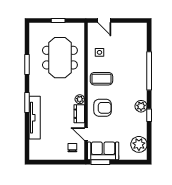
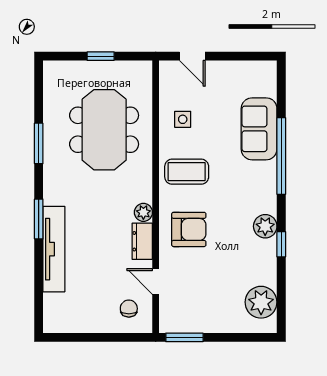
sofa: (103, 151) -> (259, 129), moved, turned -90

